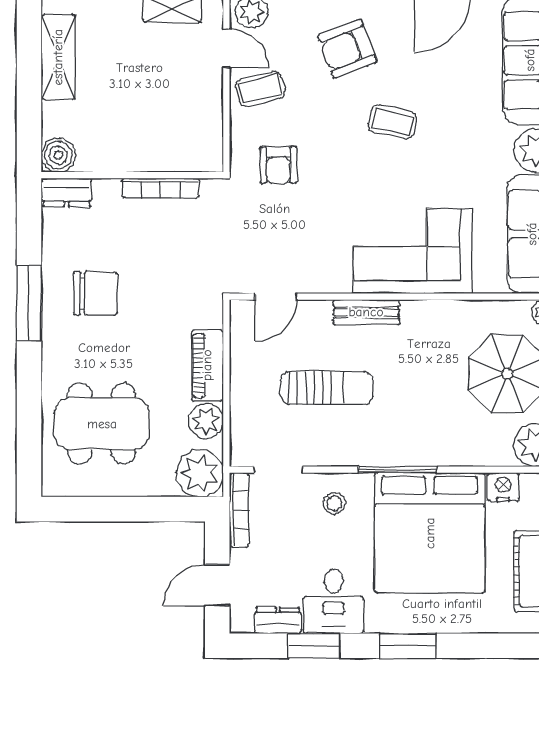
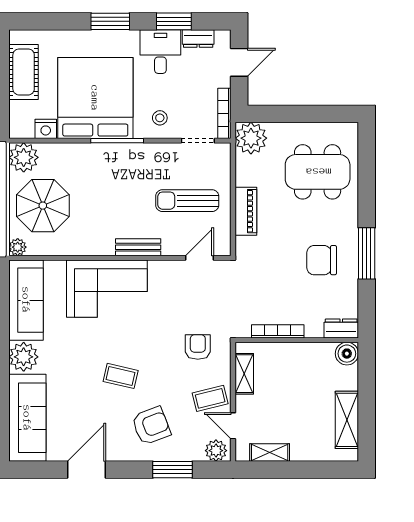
shelving: (210, 125) -> (244, 374), added
sun lounger: (327, 388) -> (187, 201), moved
plant: (206, 421) -> (247, 174), removed

